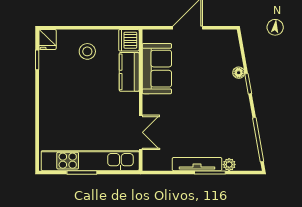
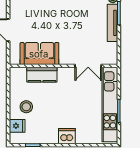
fridge: (48, 40) -> (17, 126), moved
dishwasher: (129, 40) -> (67, 136), moved, turned 180
double door: (141, 132) -> (88, 66), swing flipped

